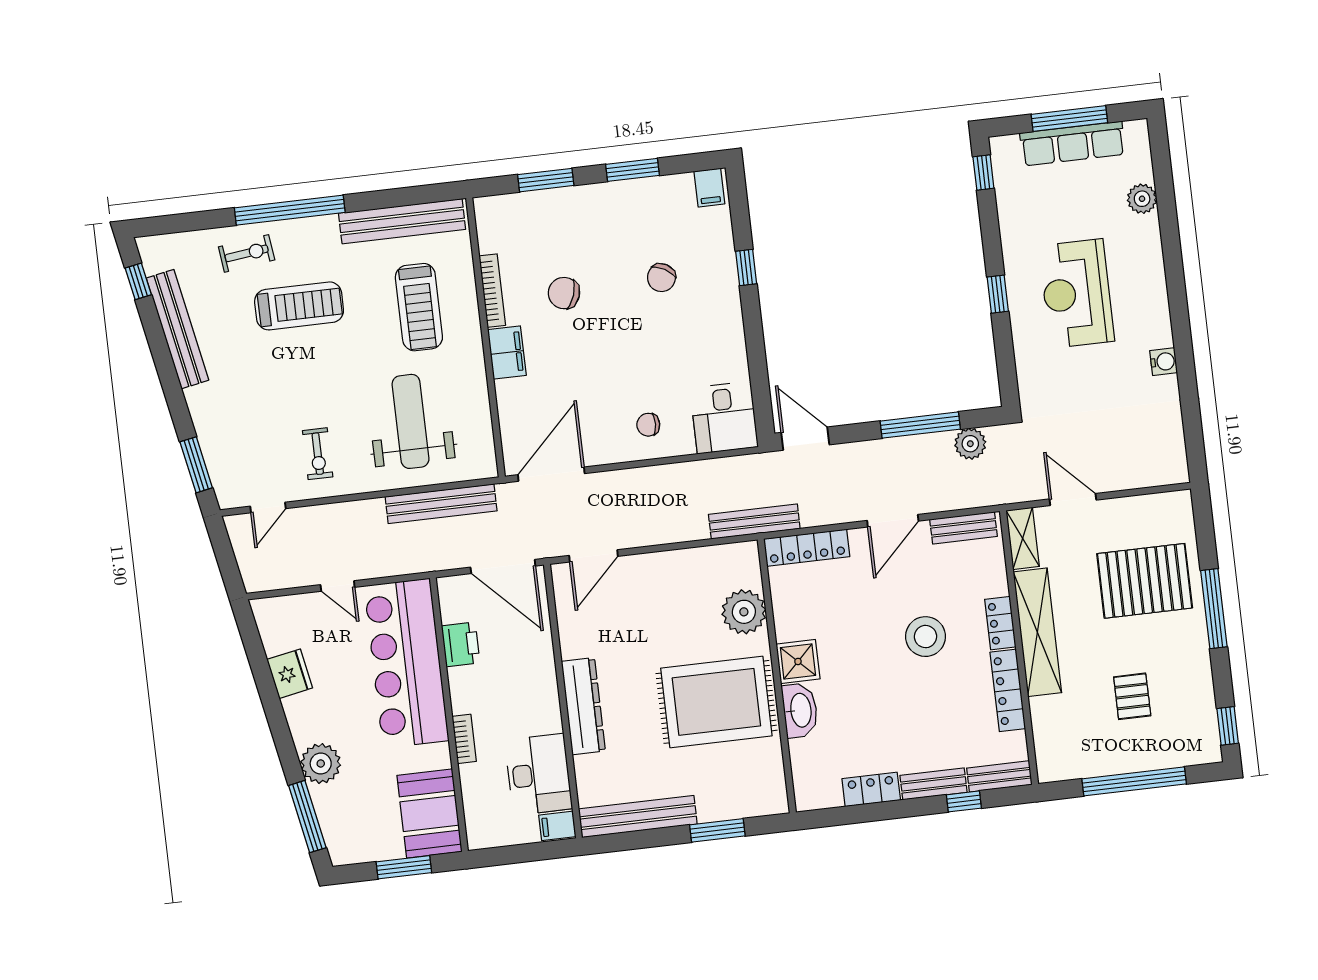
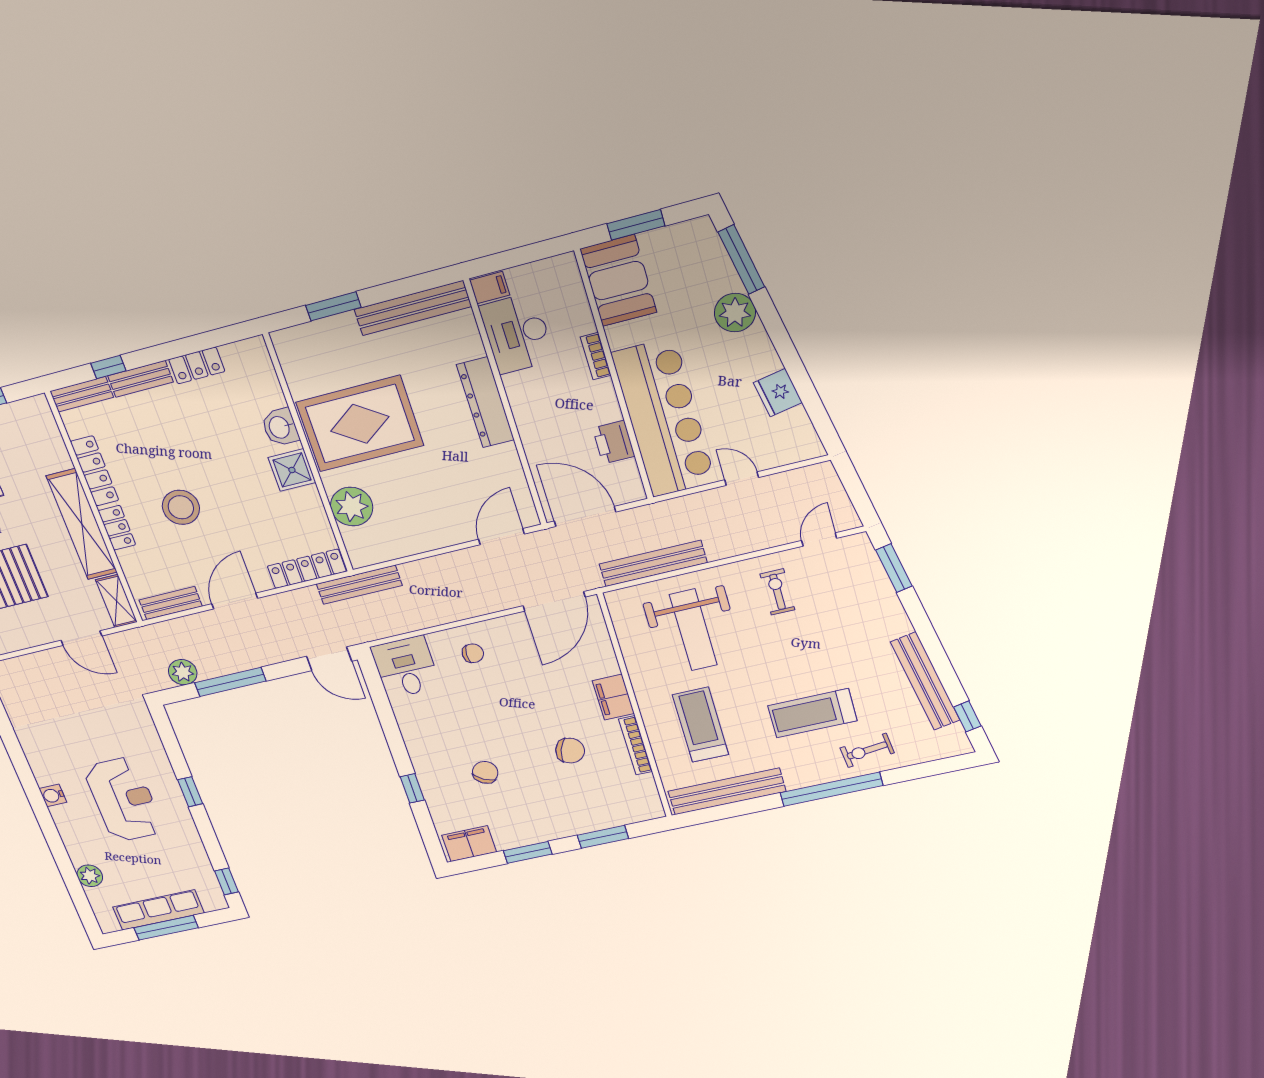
filing cabinet: (709, 188) -> (469, 844), width x2.00
water cooler: (1164, 362) -> (53, 795), moved
washbasin: (800, 710) -> (280, 427), width x0.72

